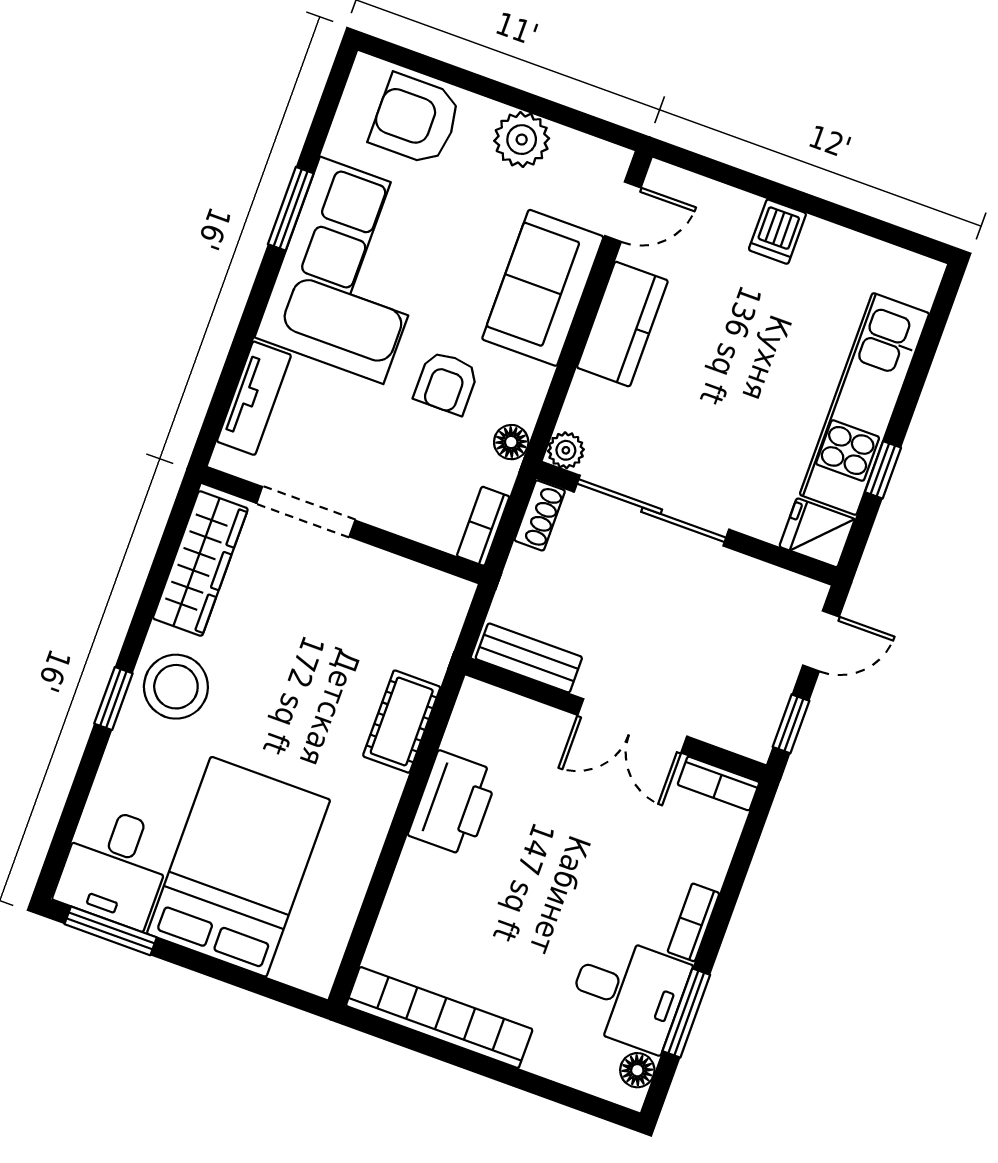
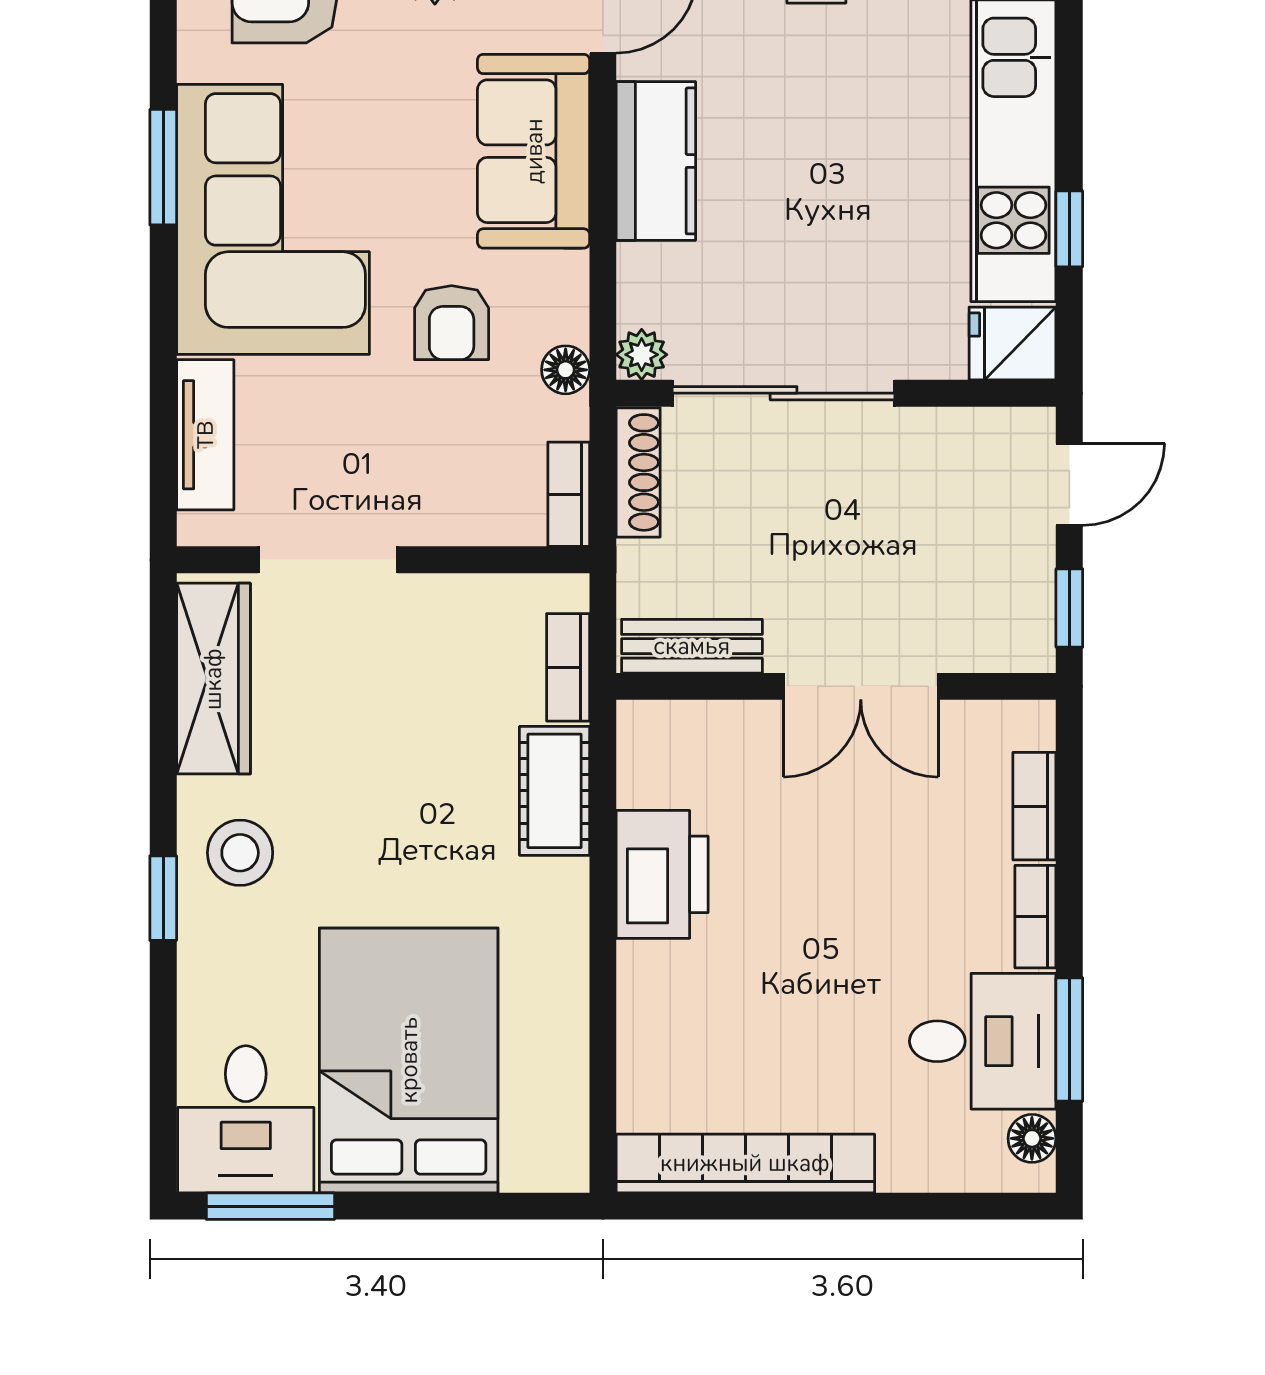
shoe rack: (540, 515) -> (638, 472), width x1.43
bookcase: (441, 642) -> (568, 667), added
stool: (176, 687) -> (240, 853), width x0.73, depth x0.73
bookcase: (719, 783) -> (1034, 806), moved, turned 90

